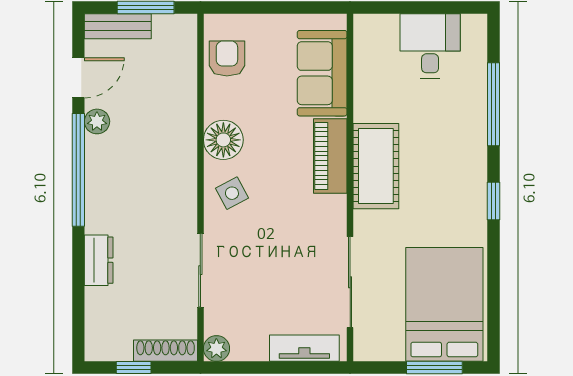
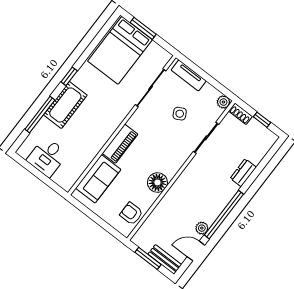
armchair: (227, 58) -> (131, 214), turned 90
cot: (376, 166) -> (65, 105), moved
side table: (232, 193) -> (180, 114), moved
shoe rack: (166, 351) -> (240, 114), width x0.70

